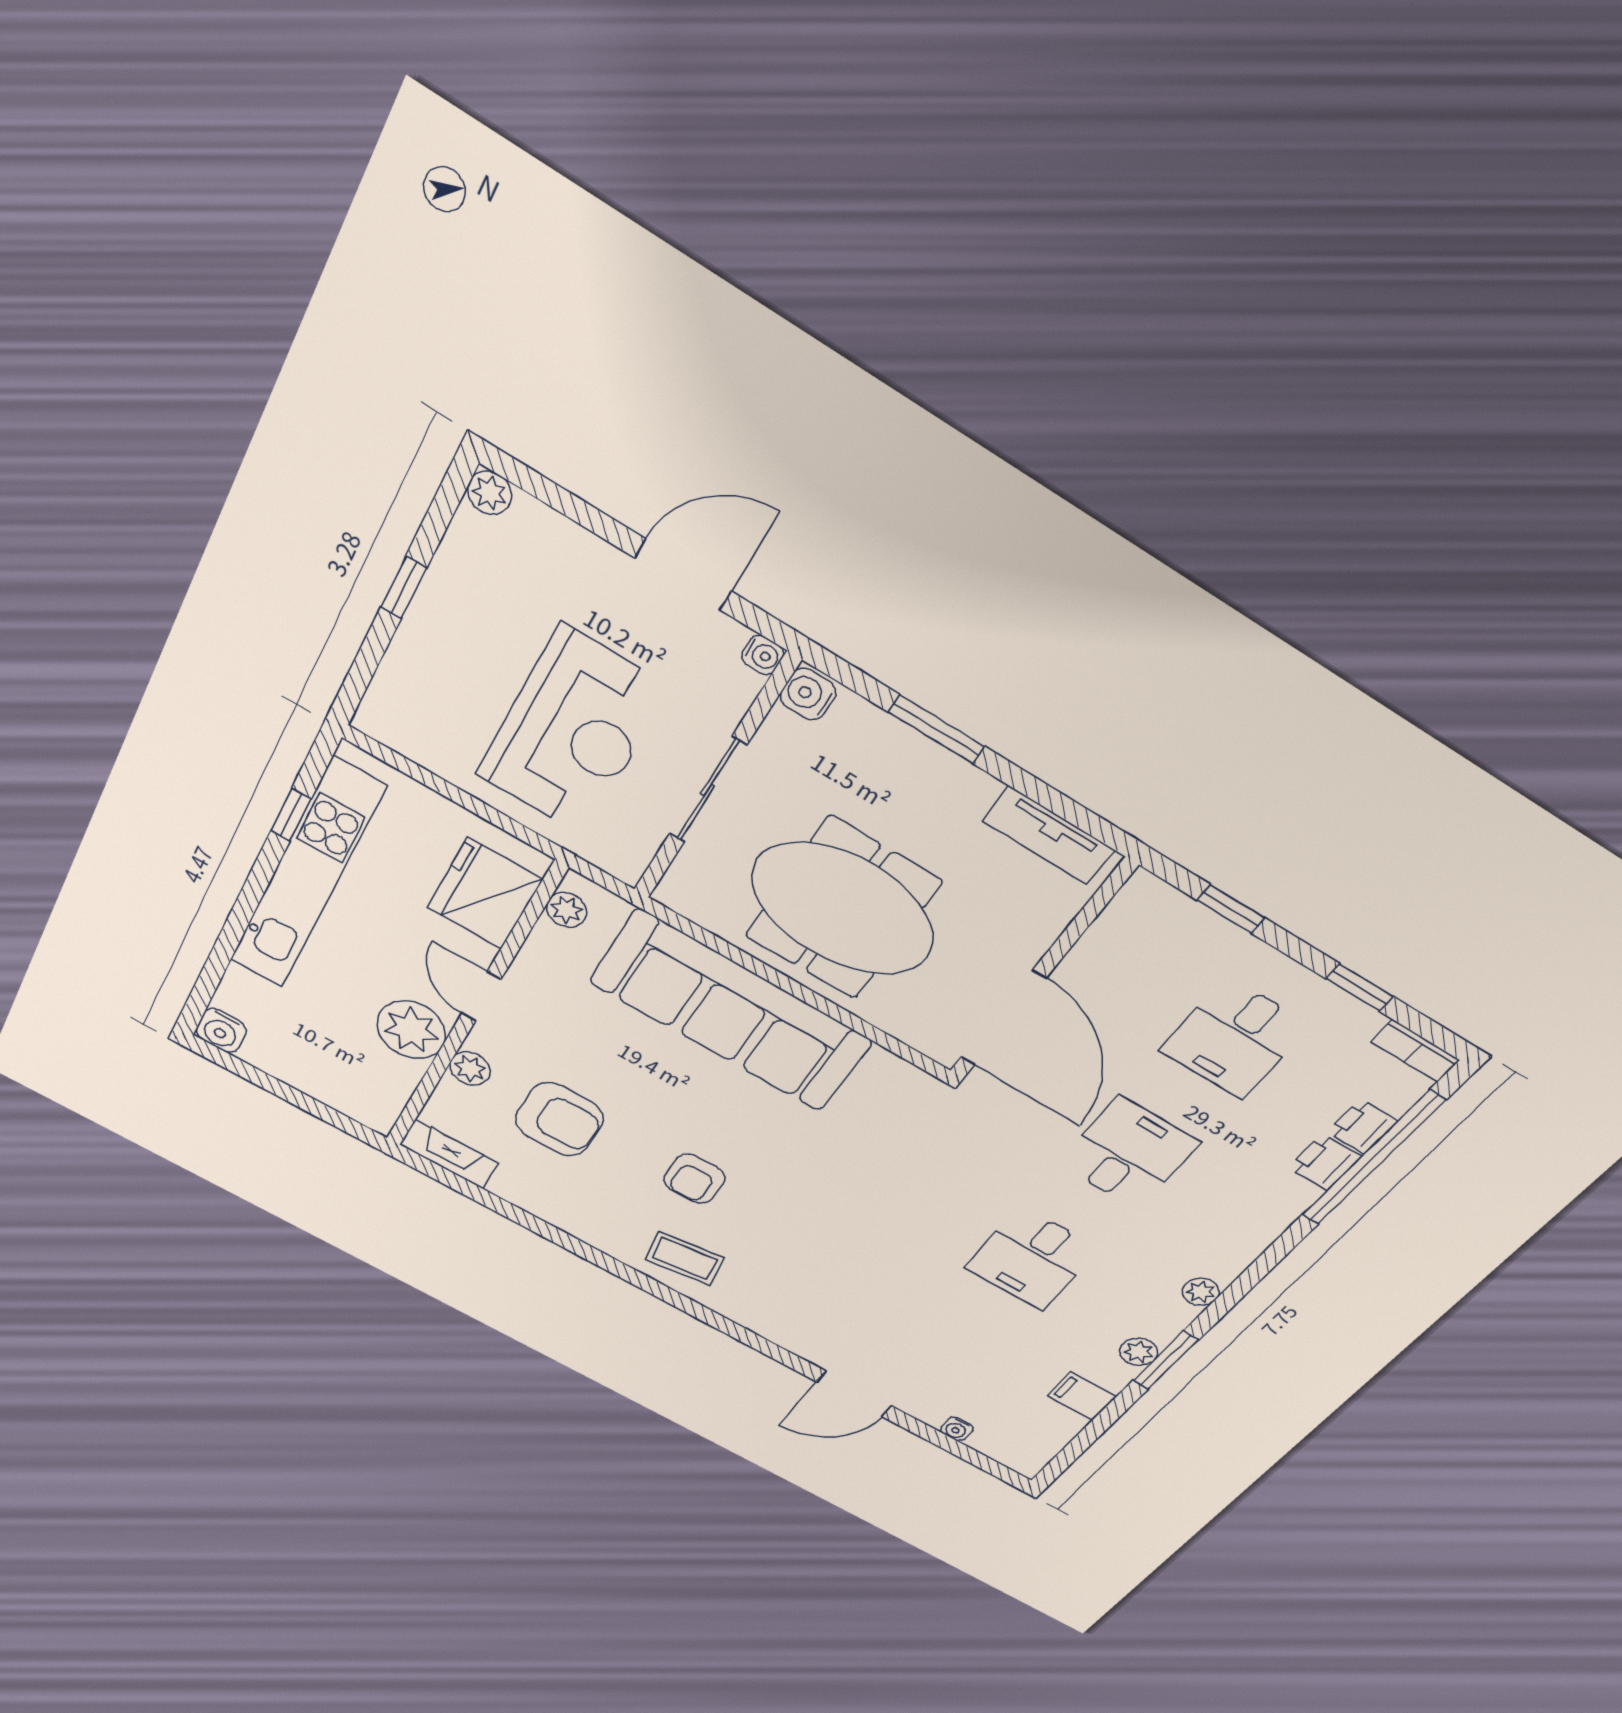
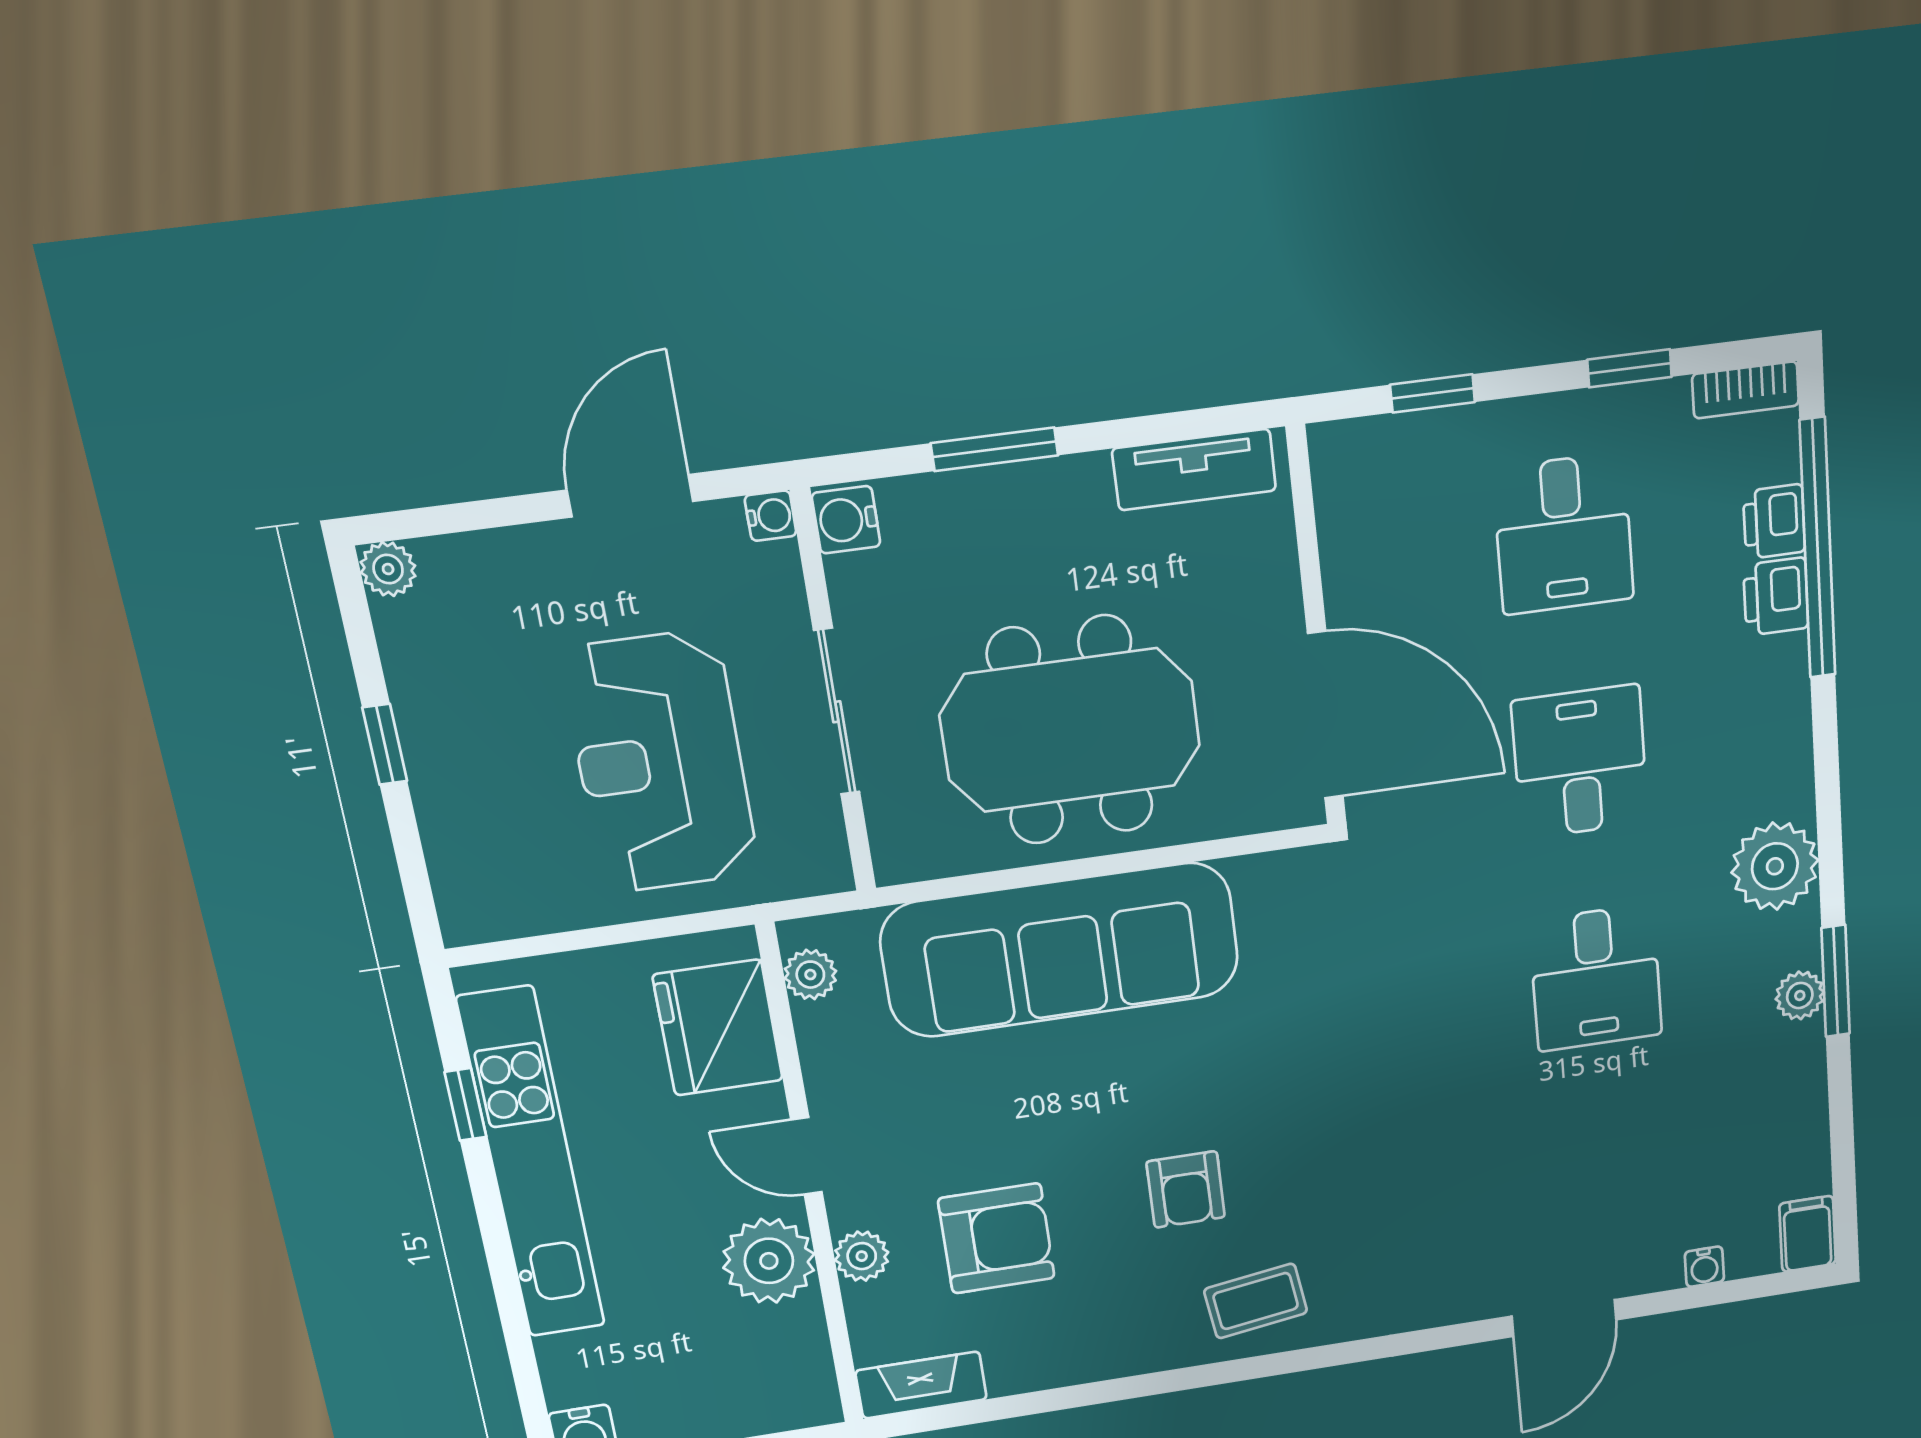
reception desk: (572, 732) -> (660, 762), turned 180
plant: (1201, 1292) -> (1775, 866), width x1.87, depth x1.87
filing cabinet: (1082, 1396) -> (1808, 1234), moved, turned 90

